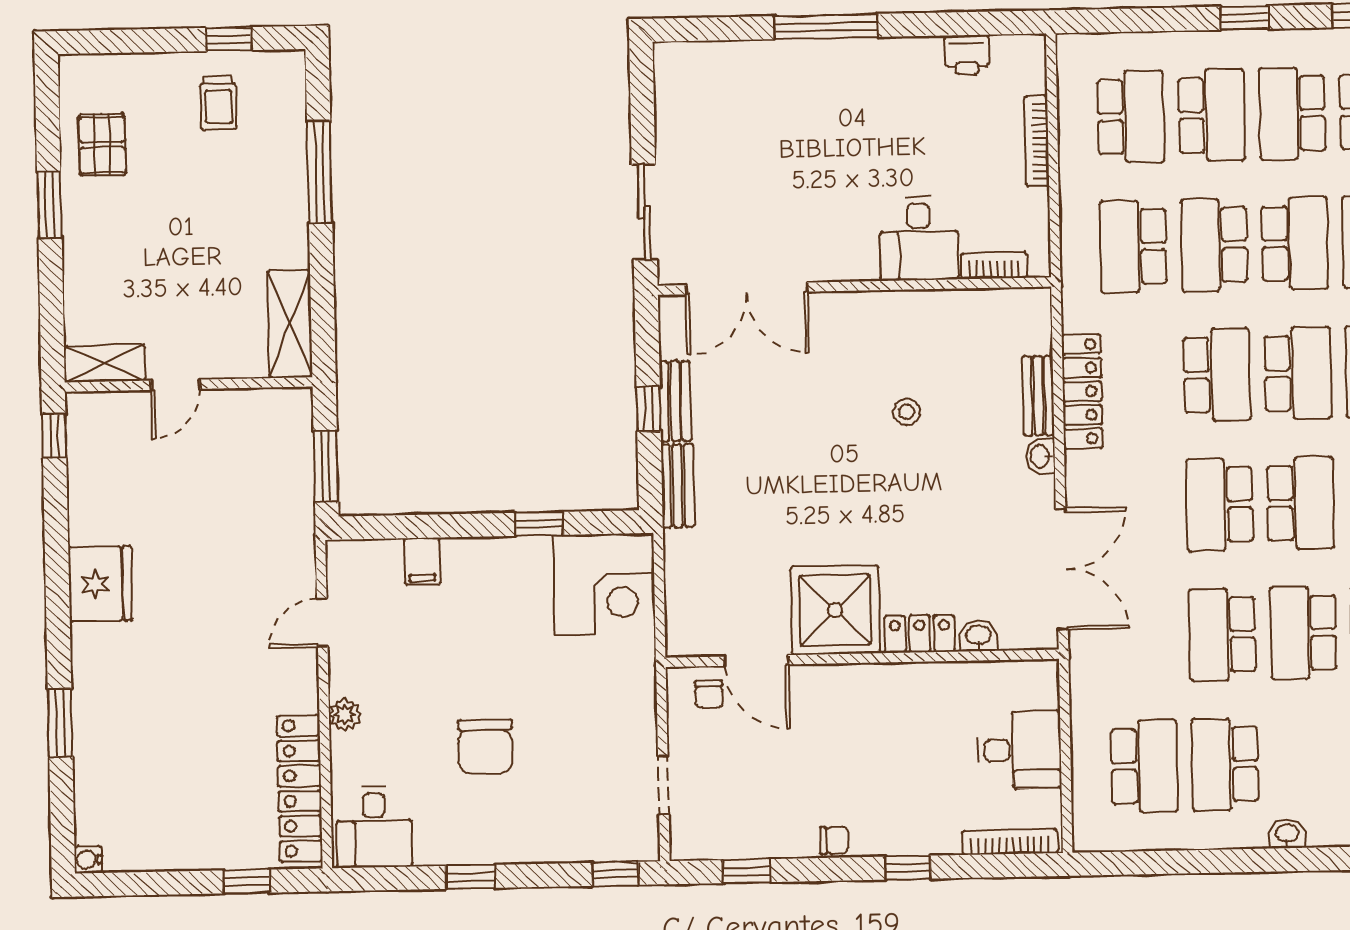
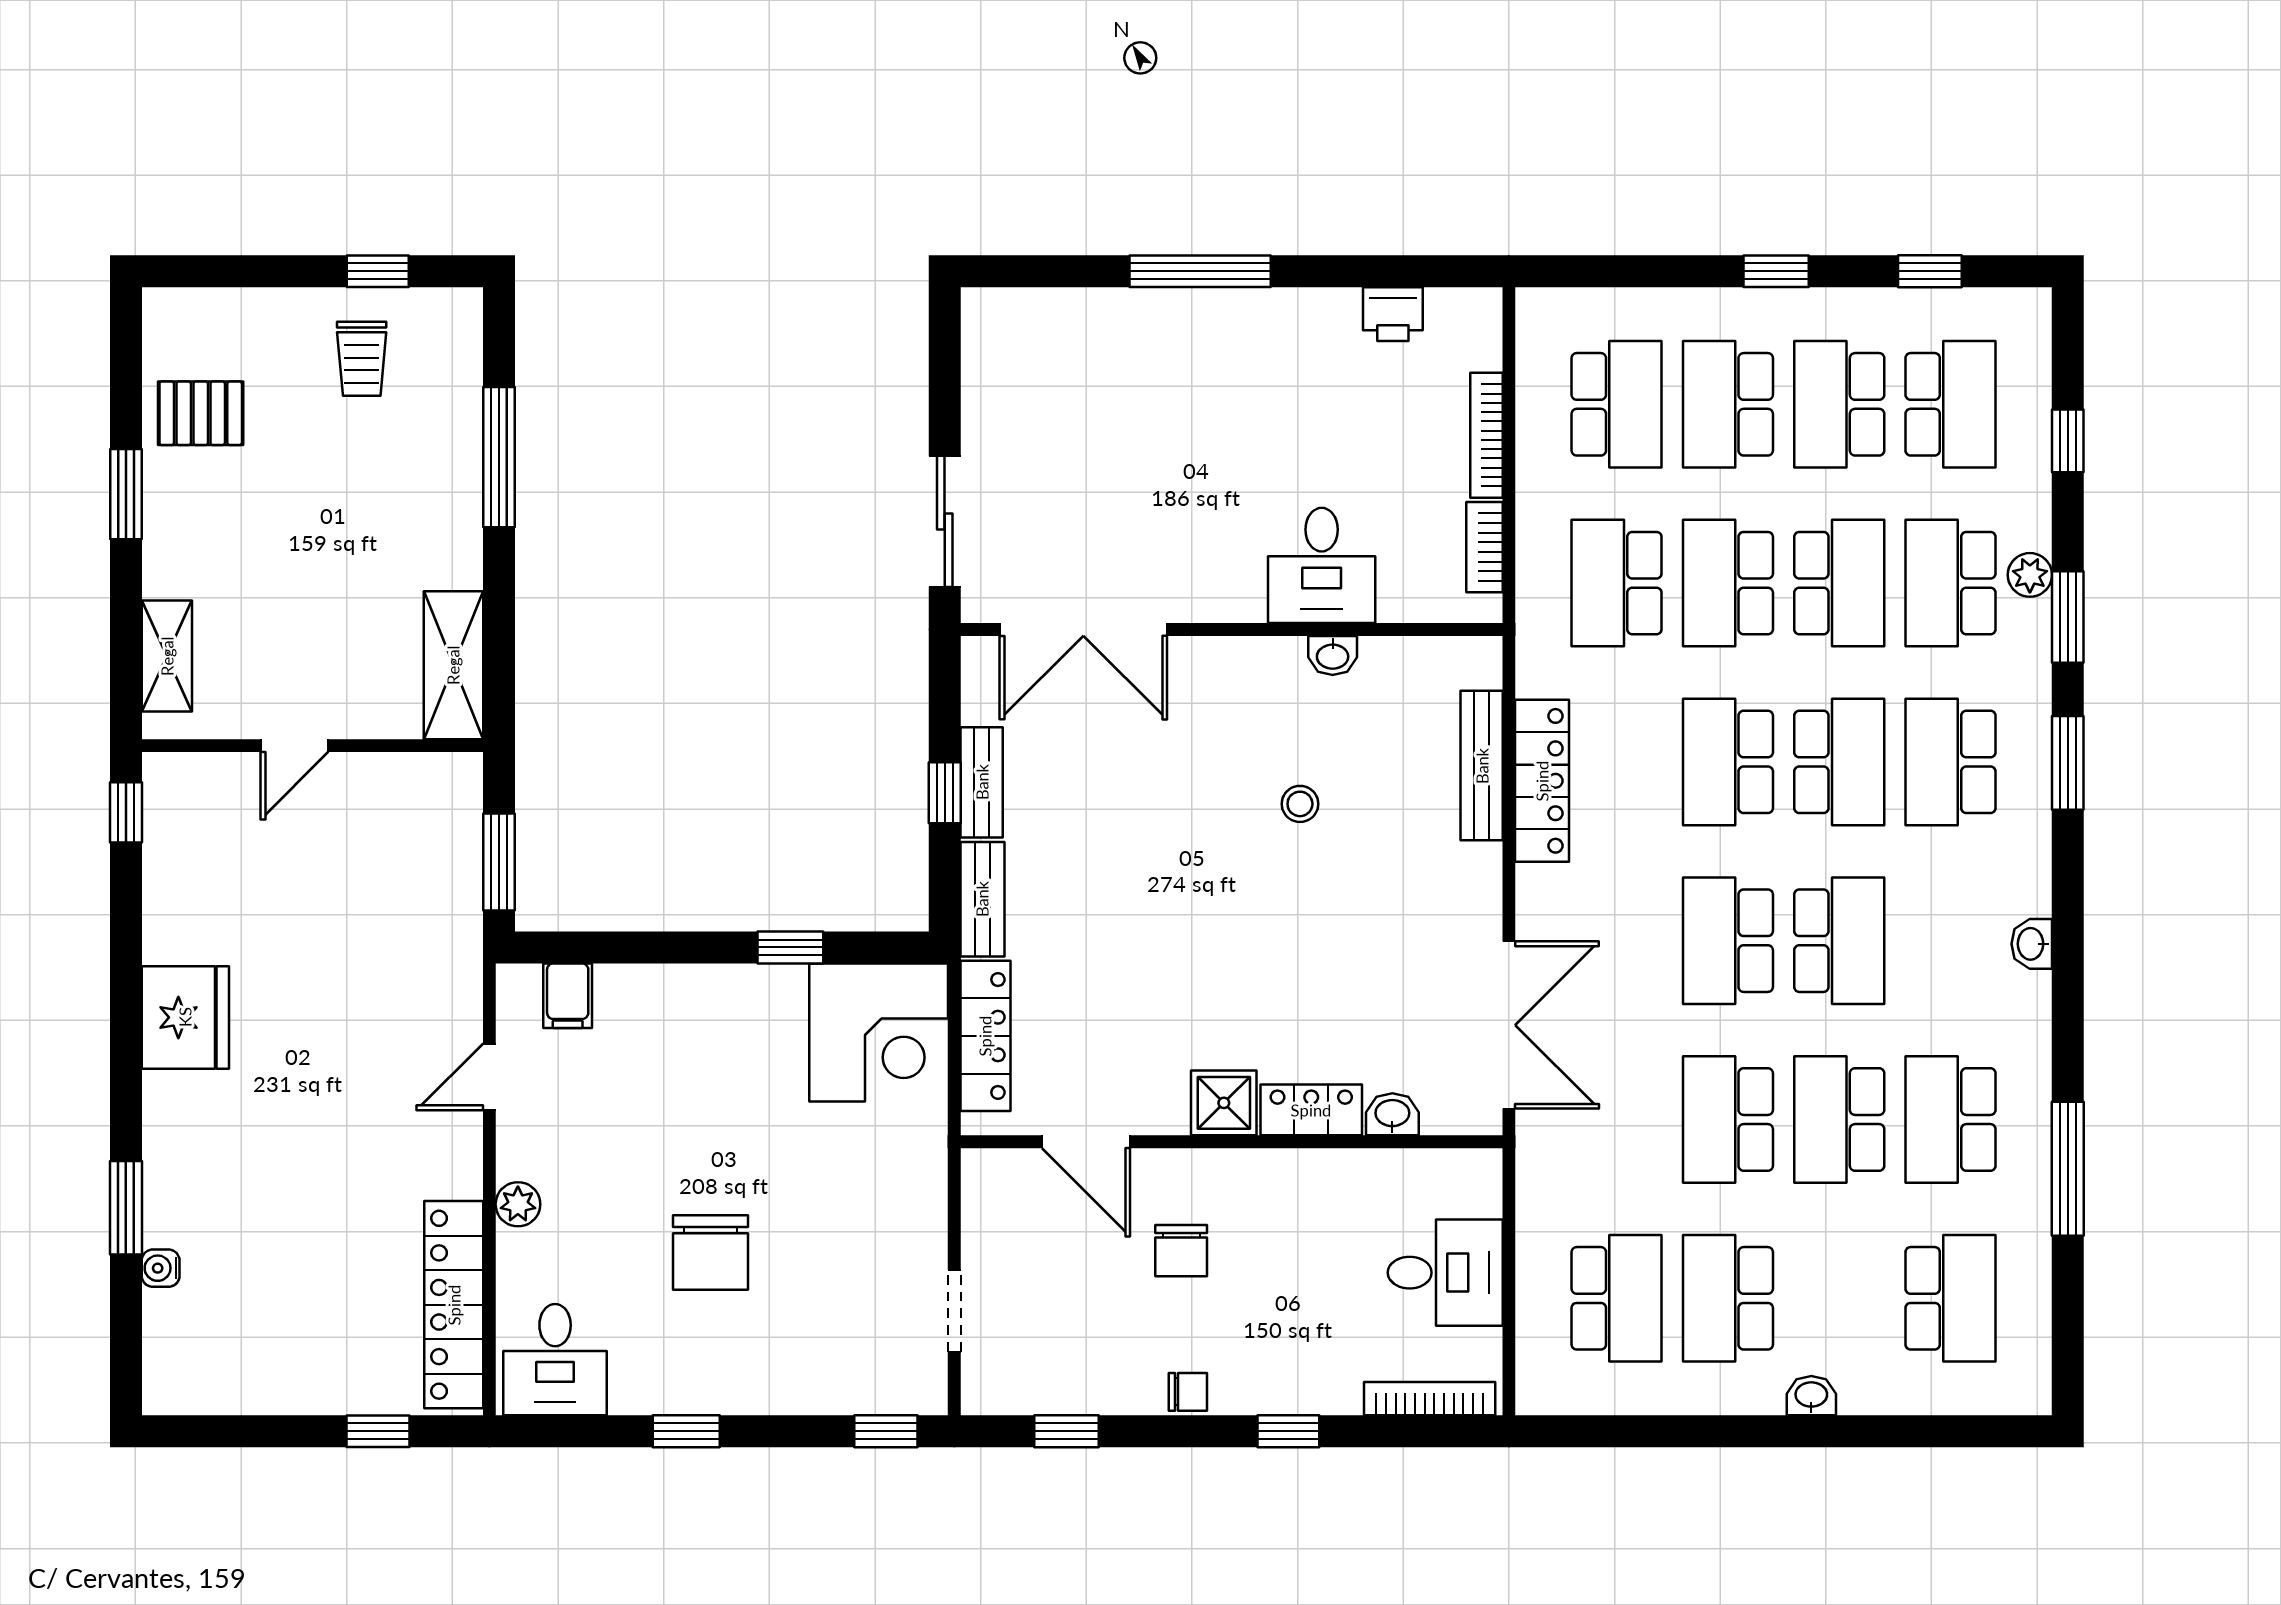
school desk: (1211, 115) -> (1728, 404), turned 180
pallet: (102, 145) -> (201, 413), turned 90
bookcase: (994, 265) -> (1484, 547), moved, turned -90
shelving: (105, 364) -> (167, 656), moved, turned 90
school desk: (1217, 375) -> (1728, 762), turned 180
bench: (1038, 396) -> (1482, 766), width x1.36
washbasin: (1041, 456) -> (1333, 655), moved, turned -90
filing cabinet: (422, 561) -> (568, 996), moved
locker: (682, 585) -> (985, 1036), added
shower: (835, 610) -> (1224, 1103), width x0.54, depth x0.54
chair: (709, 694) -> (1181, 1251), moved, width x1.37, depth x1.37
water cooler: (88, 860) -> (161, 1268), moved

